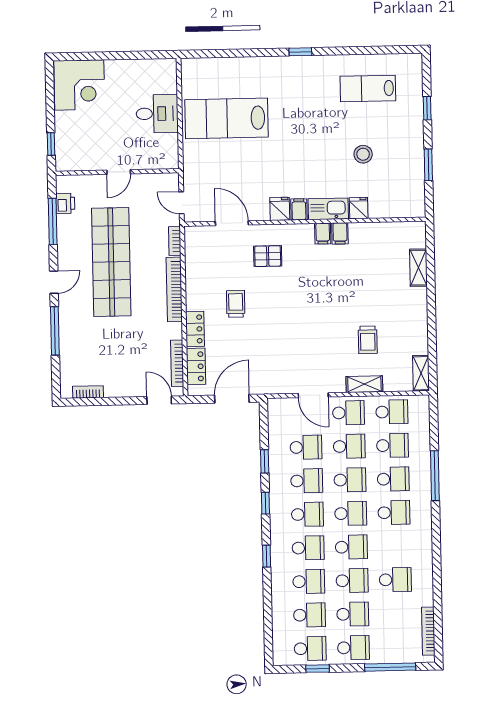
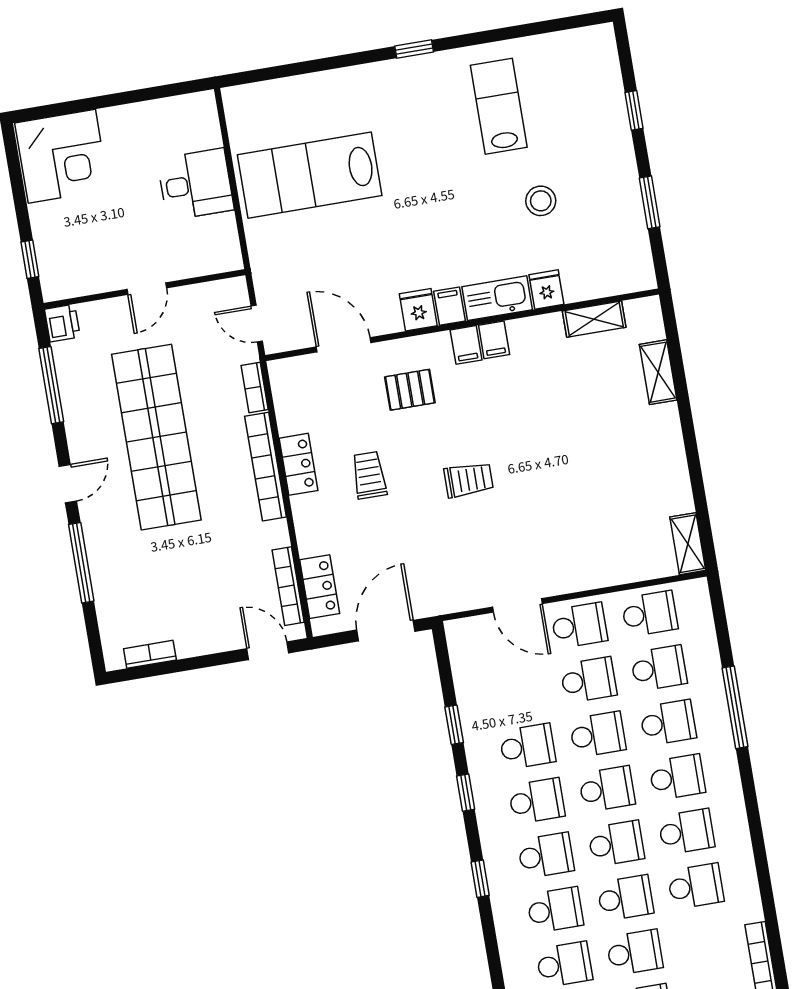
lab bench: (368, 88) -> (499, 106), moved, turned 90
printer: (65, 203) -> (62, 323), moved
filing cabinet: (340, 233) -> (466, 345), moved
locker: (195, 329) -> (299, 464), moved
trolley: (368, 340) -> (469, 480), moved, turned -90
shelving: (364, 384) -> (594, 319), moved
school desk: (306, 447) -> (686, 832), moved

